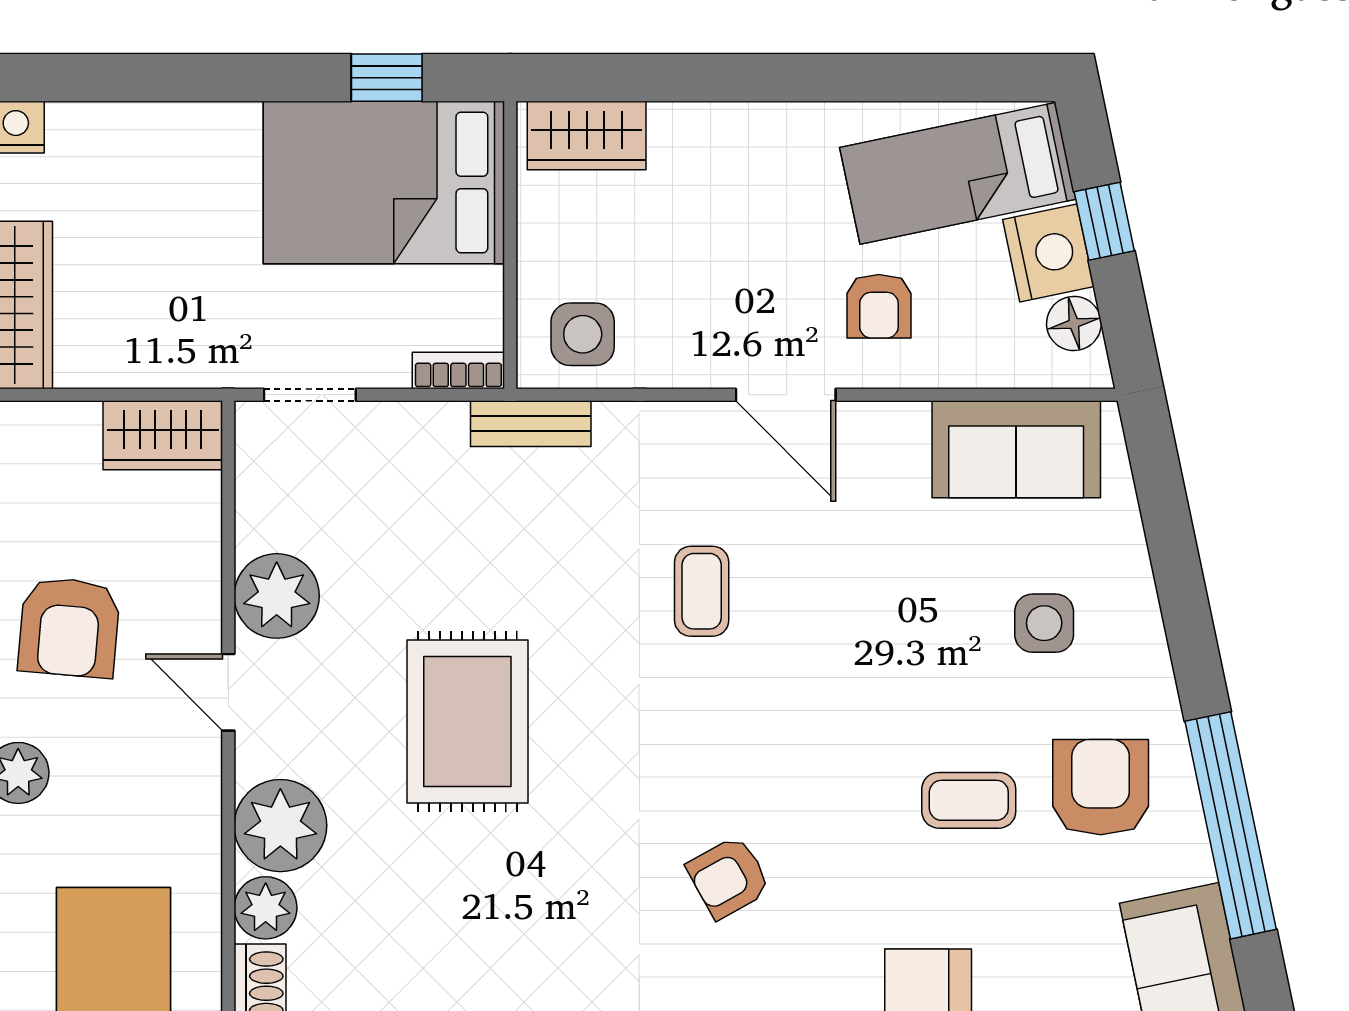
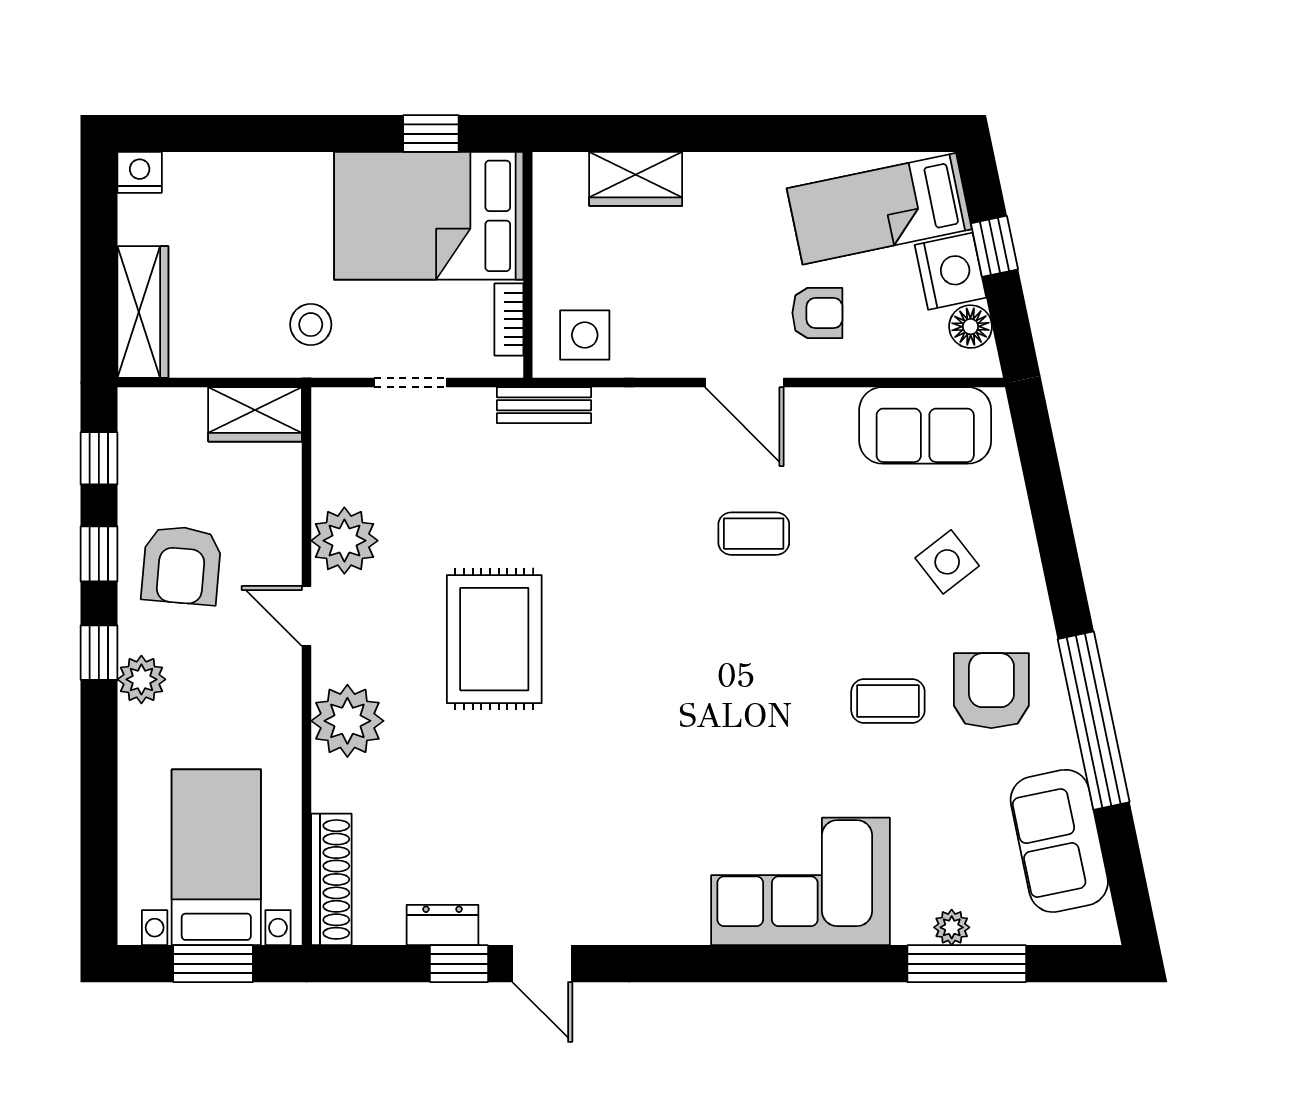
wardrobe: (587, 136) -> (636, 179), moved
armchair: (879, 306) -> (817, 313), turned -90
stool: (234, 321) -> (311, 325), added
bookcase: (458, 371) -> (509, 319), moved, turned -90
doorway: (310, 395) -> (410, 383), moved
coffee table: (702, 591) -> (754, 534), moved, turned 90
side table: (1044, 623) -> (947, 562), turned -38
armchair: (729, 877) -> (699, 761), removed
plant: (266, 908) -> (336, 785), removed

